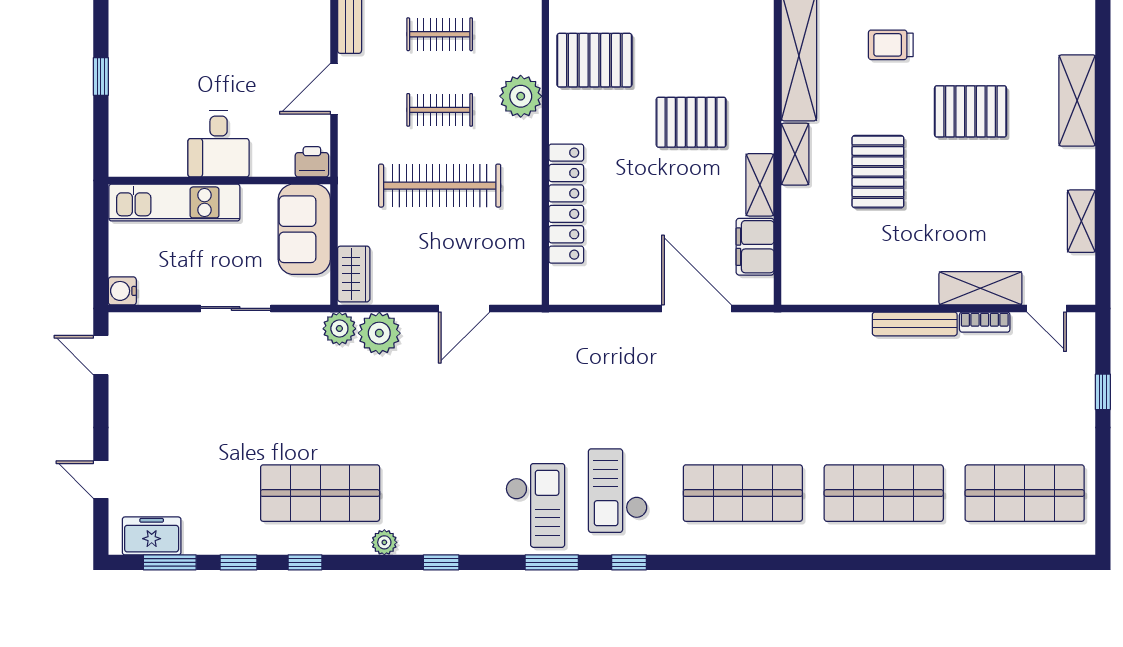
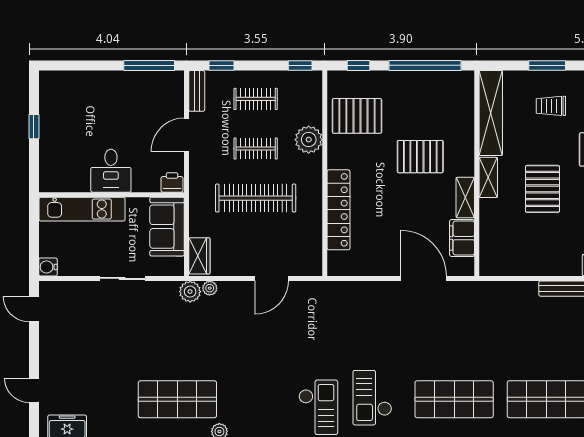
plant: (379, 333) -> (210, 288), width x0.53, depth x0.53

